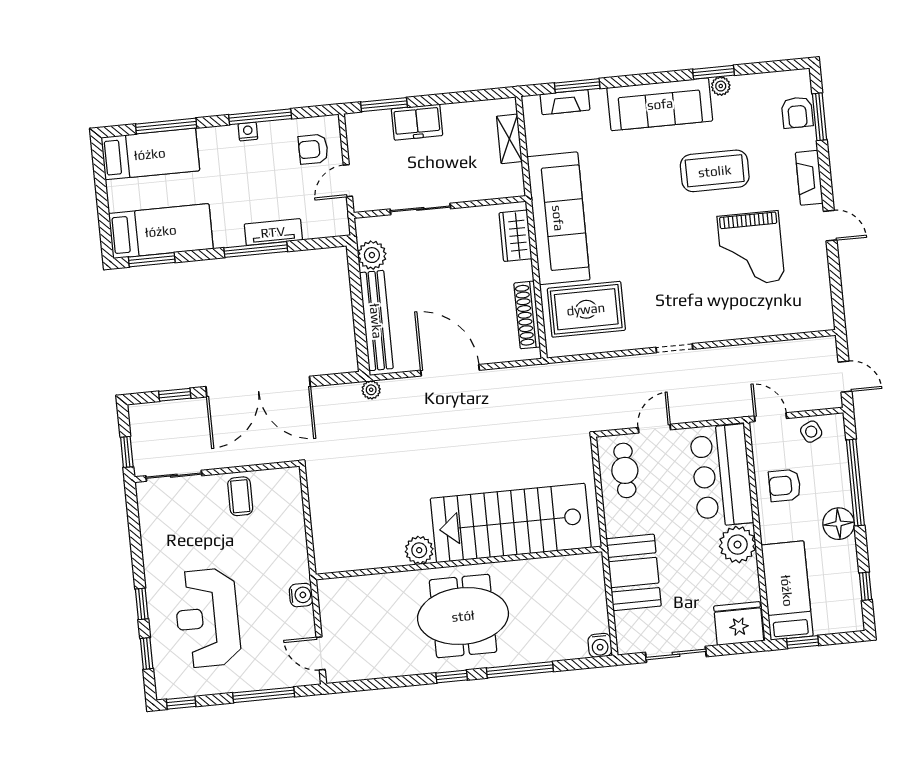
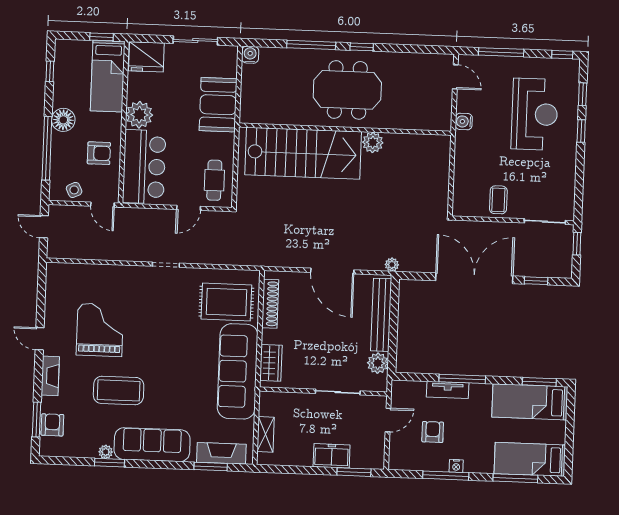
fireplace: (565, 102) -> (221, 453), width x1.37, depth x1.32
armchair: (313, 149) -> (433, 432), moved, turned -90

